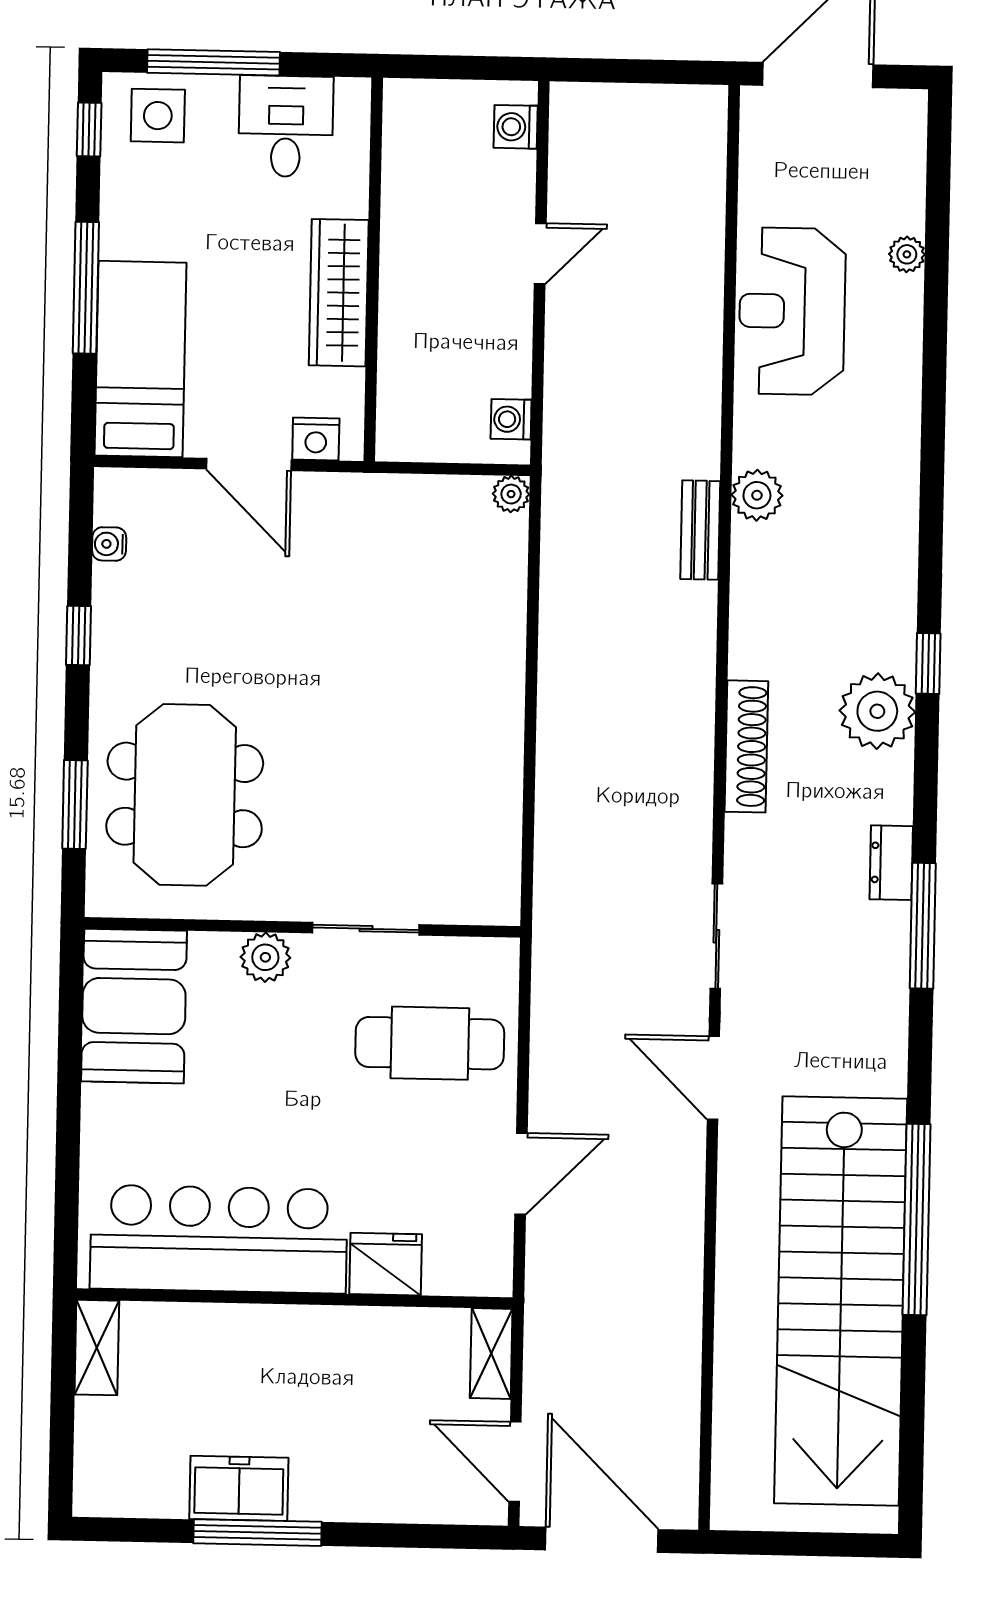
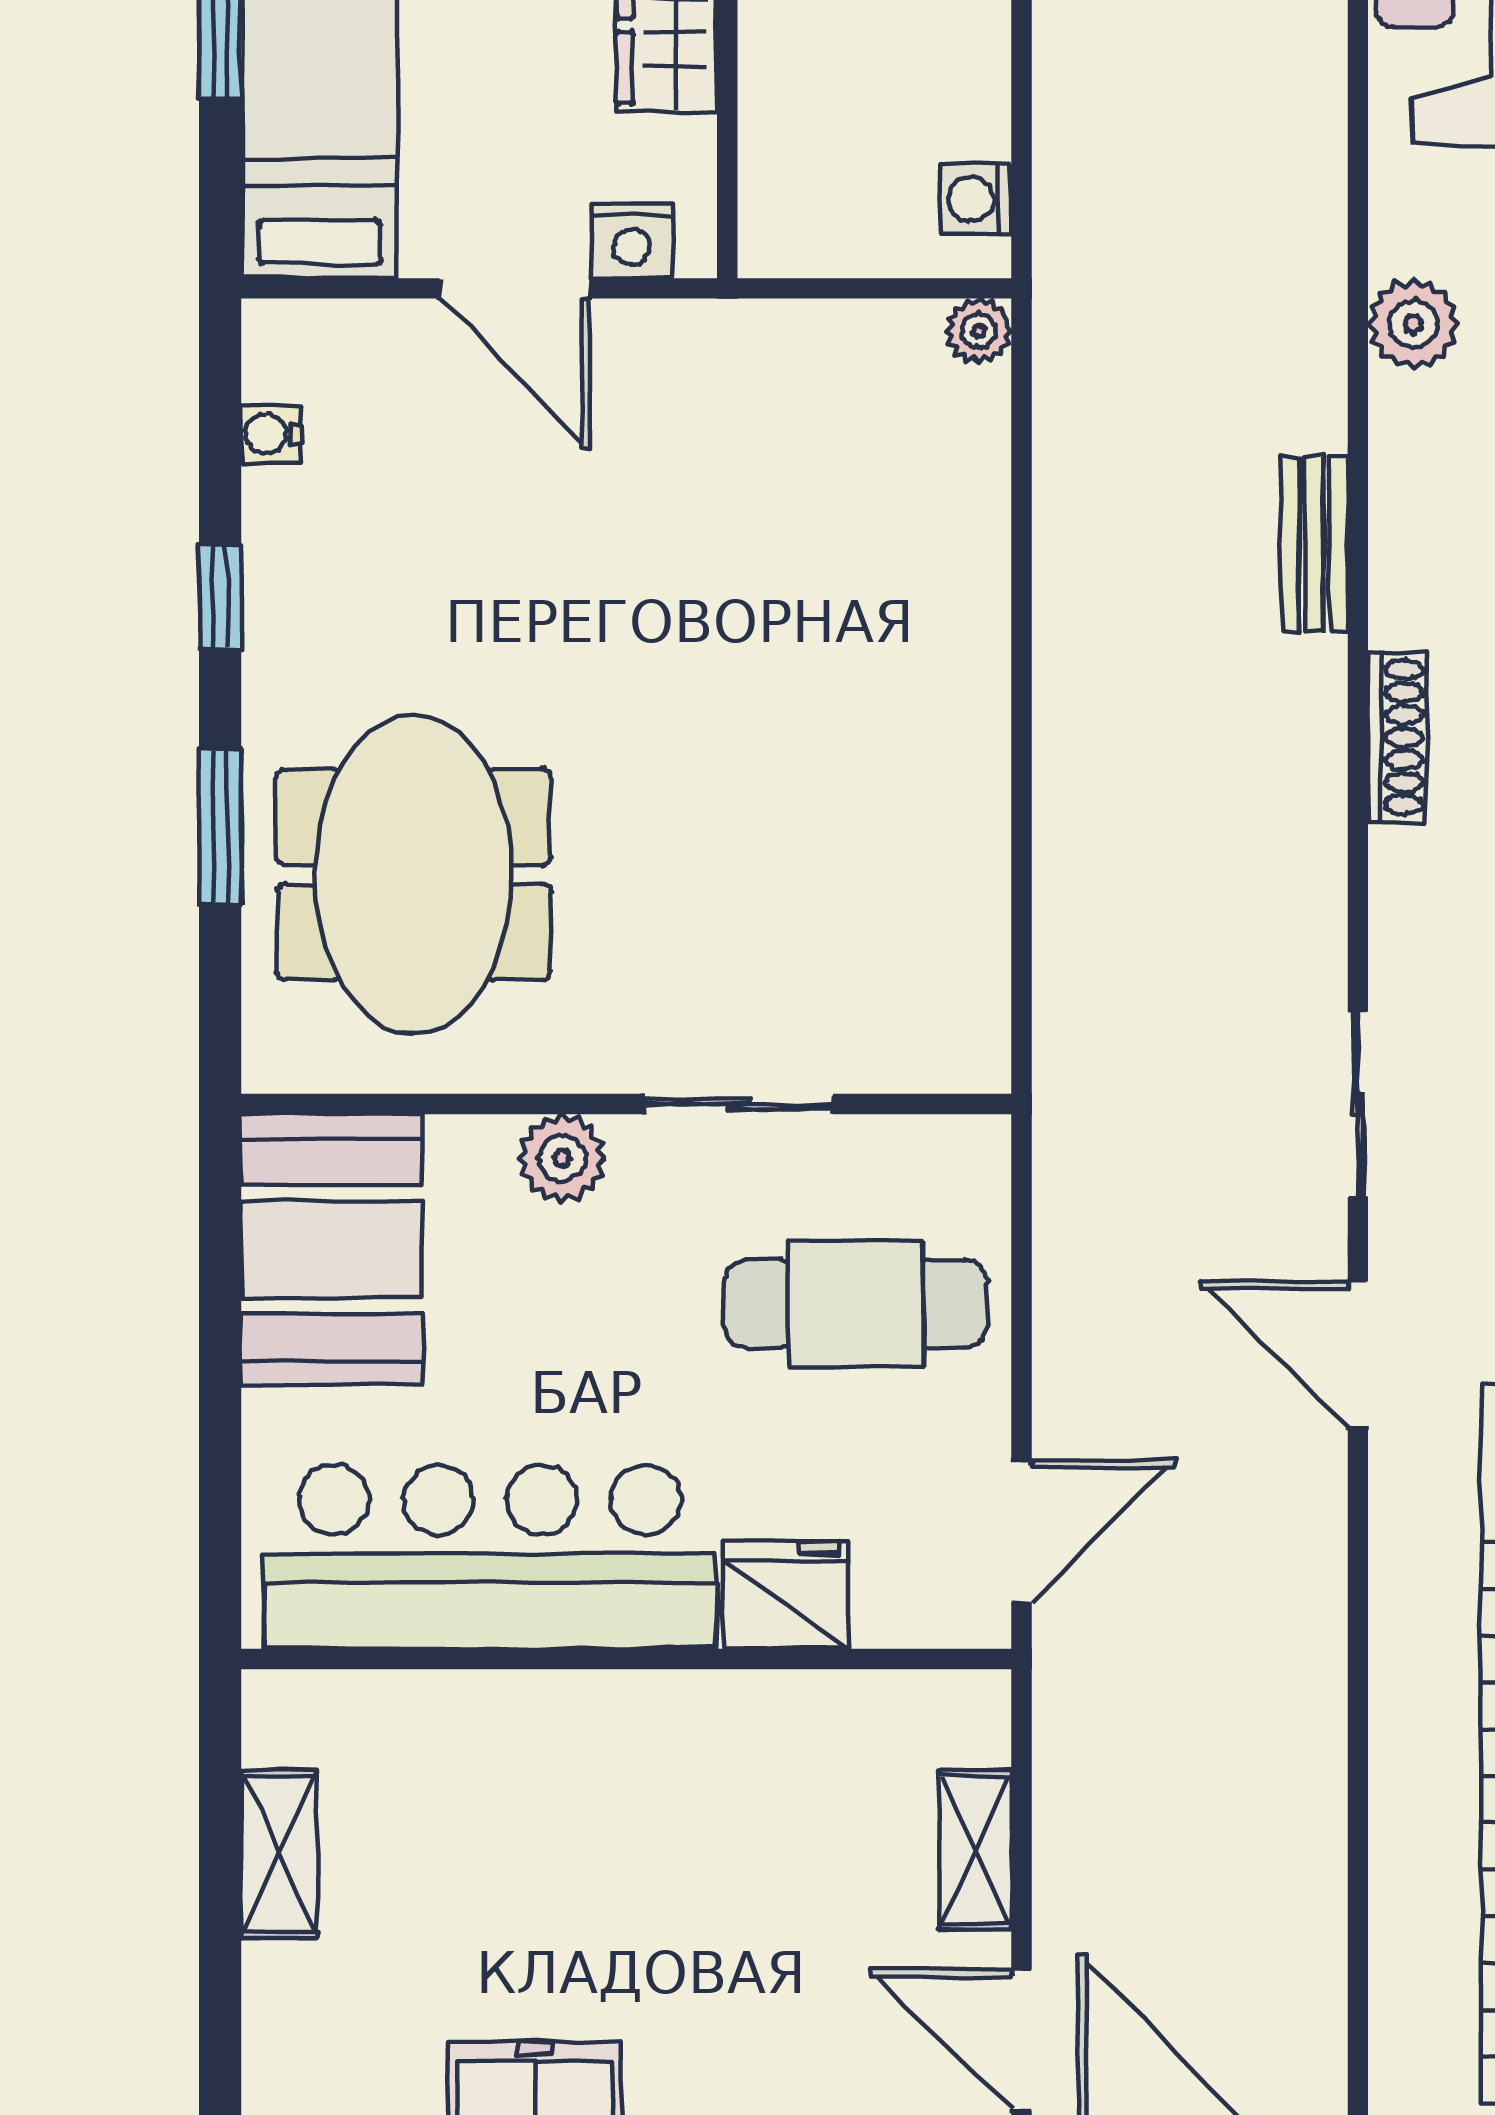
bench: (700, 530) -> (1314, 544), moved
shoe rack: (746, 746) -> (1397, 737), width x0.74, depth x0.81
window: (75, 805) -> (220, 826), moved
bar counter: (219, 1239) -> (490, 1557), moved
fridge: (386, 1264) -> (786, 1595), moved
wall: (295, 1299) -> (626, 1659), moved

